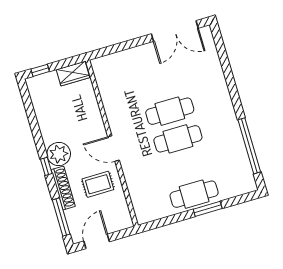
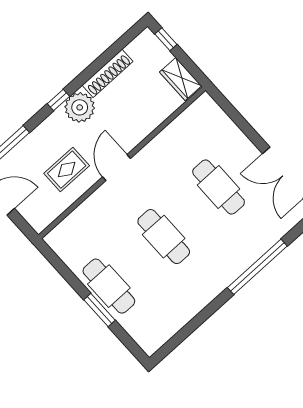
cafe table: (170, 111) -> (219, 187), moved
window: (249, 146) -> (257, 267), moved
rug: (98, 184) -> (67, 170), turned 90
shoe rack: (63, 188) -> (107, 73), moved

